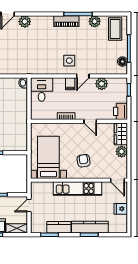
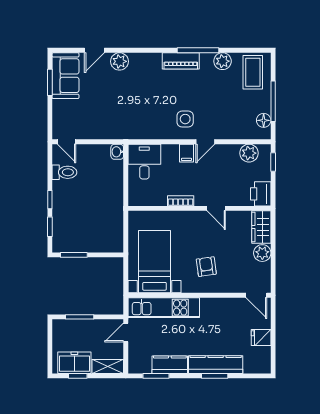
plant: (102, 84) -> (249, 153), moved
kitchen unit: (78, 188) -> (164, 308), moved

